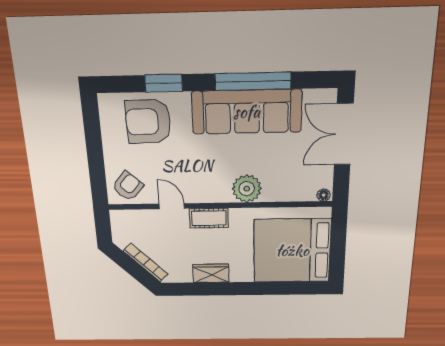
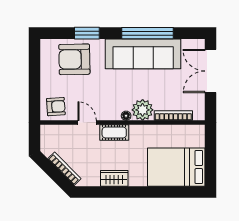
armchair: (128, 186) -> (56, 107), turned 45
bookcase: (289, 195) -> (173, 116), added
floor lamp: (324, 195) -> (126, 116), moved
bed: (292, 251) -> (176, 167), width x0.73

